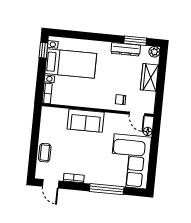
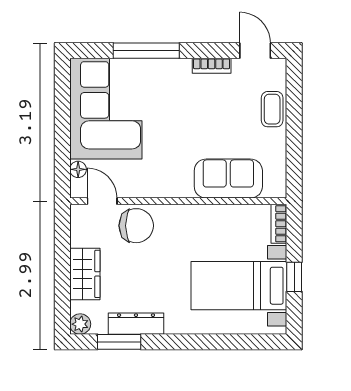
window: (43, 50) -> (294, 277), moved
chair: (121, 100) -> (136, 226), width x1.87, depth x1.87
sofa: (86, 121) -> (228, 179), moved

